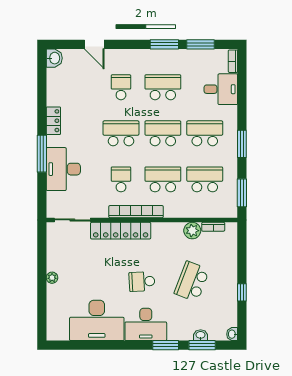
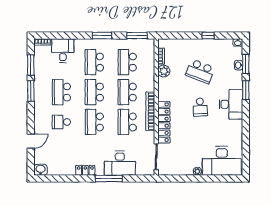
school desk: (121, 179) -> (127, 122), width x1.85
desk: (97, 320) -> (222, 161), moved, turned 90

